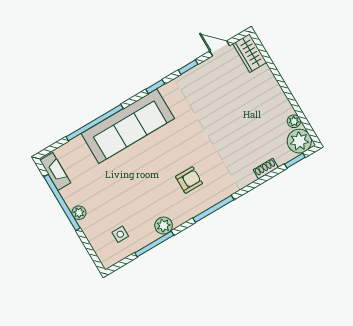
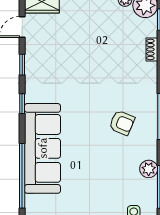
armchair: (189, 180) -> (122, 123), turned 113

